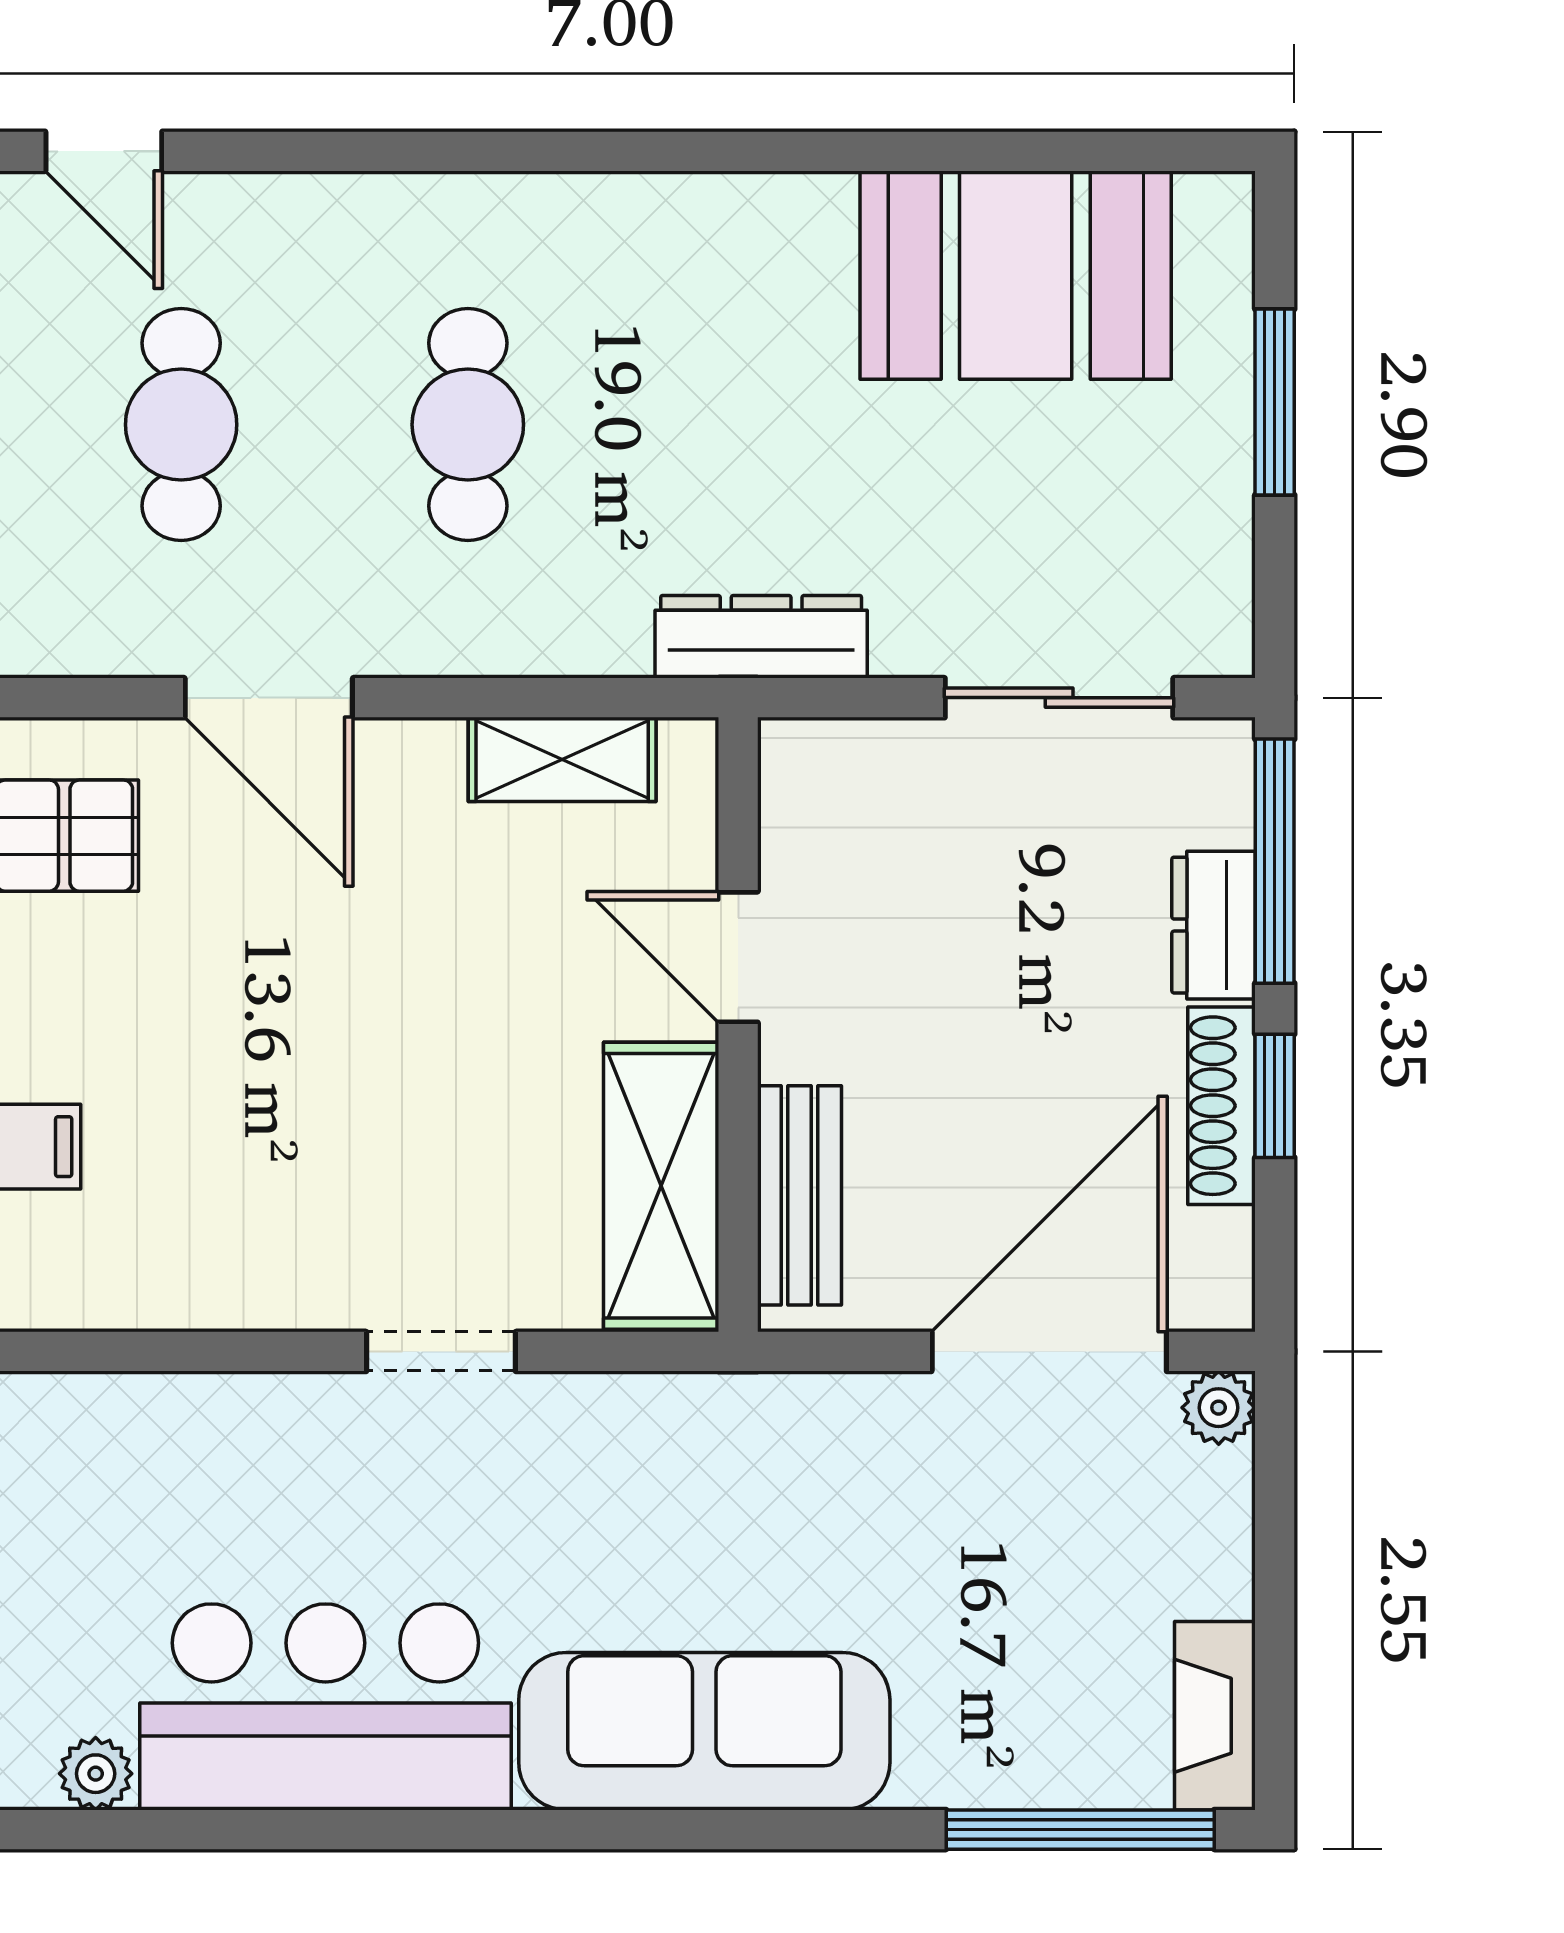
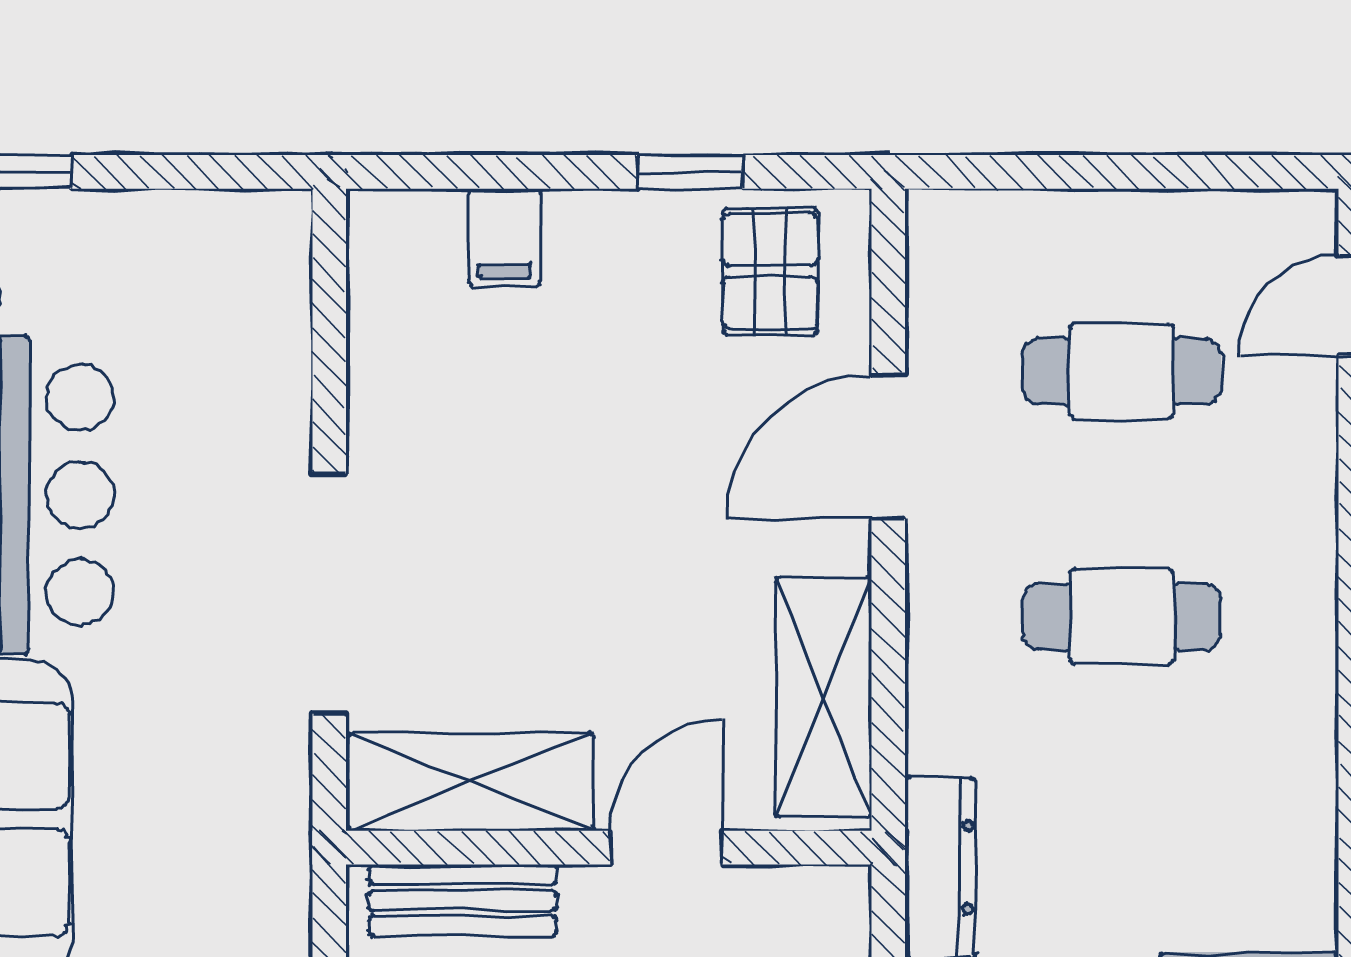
shelving: (562, 759) -> (823, 697), width x1.50, depth x1.33
doorway: (441, 1351) -> (329, 594), width x1.87

